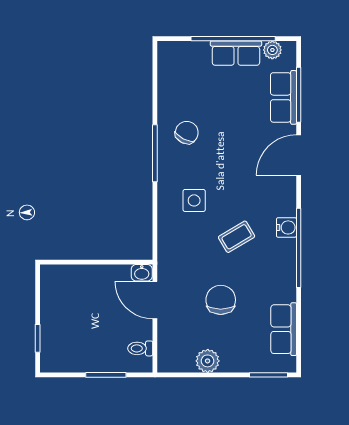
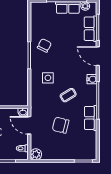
door: (299, 155) -> (98, 56), hinge flipped
water cooler: (286, 227) -> (92, 79), moved
chair: (221, 300) -> (61, 125), turned -76
row of seats: (284, 329) -> (91, 118), moved
plant: (208, 361) -> (36, 154), moved

